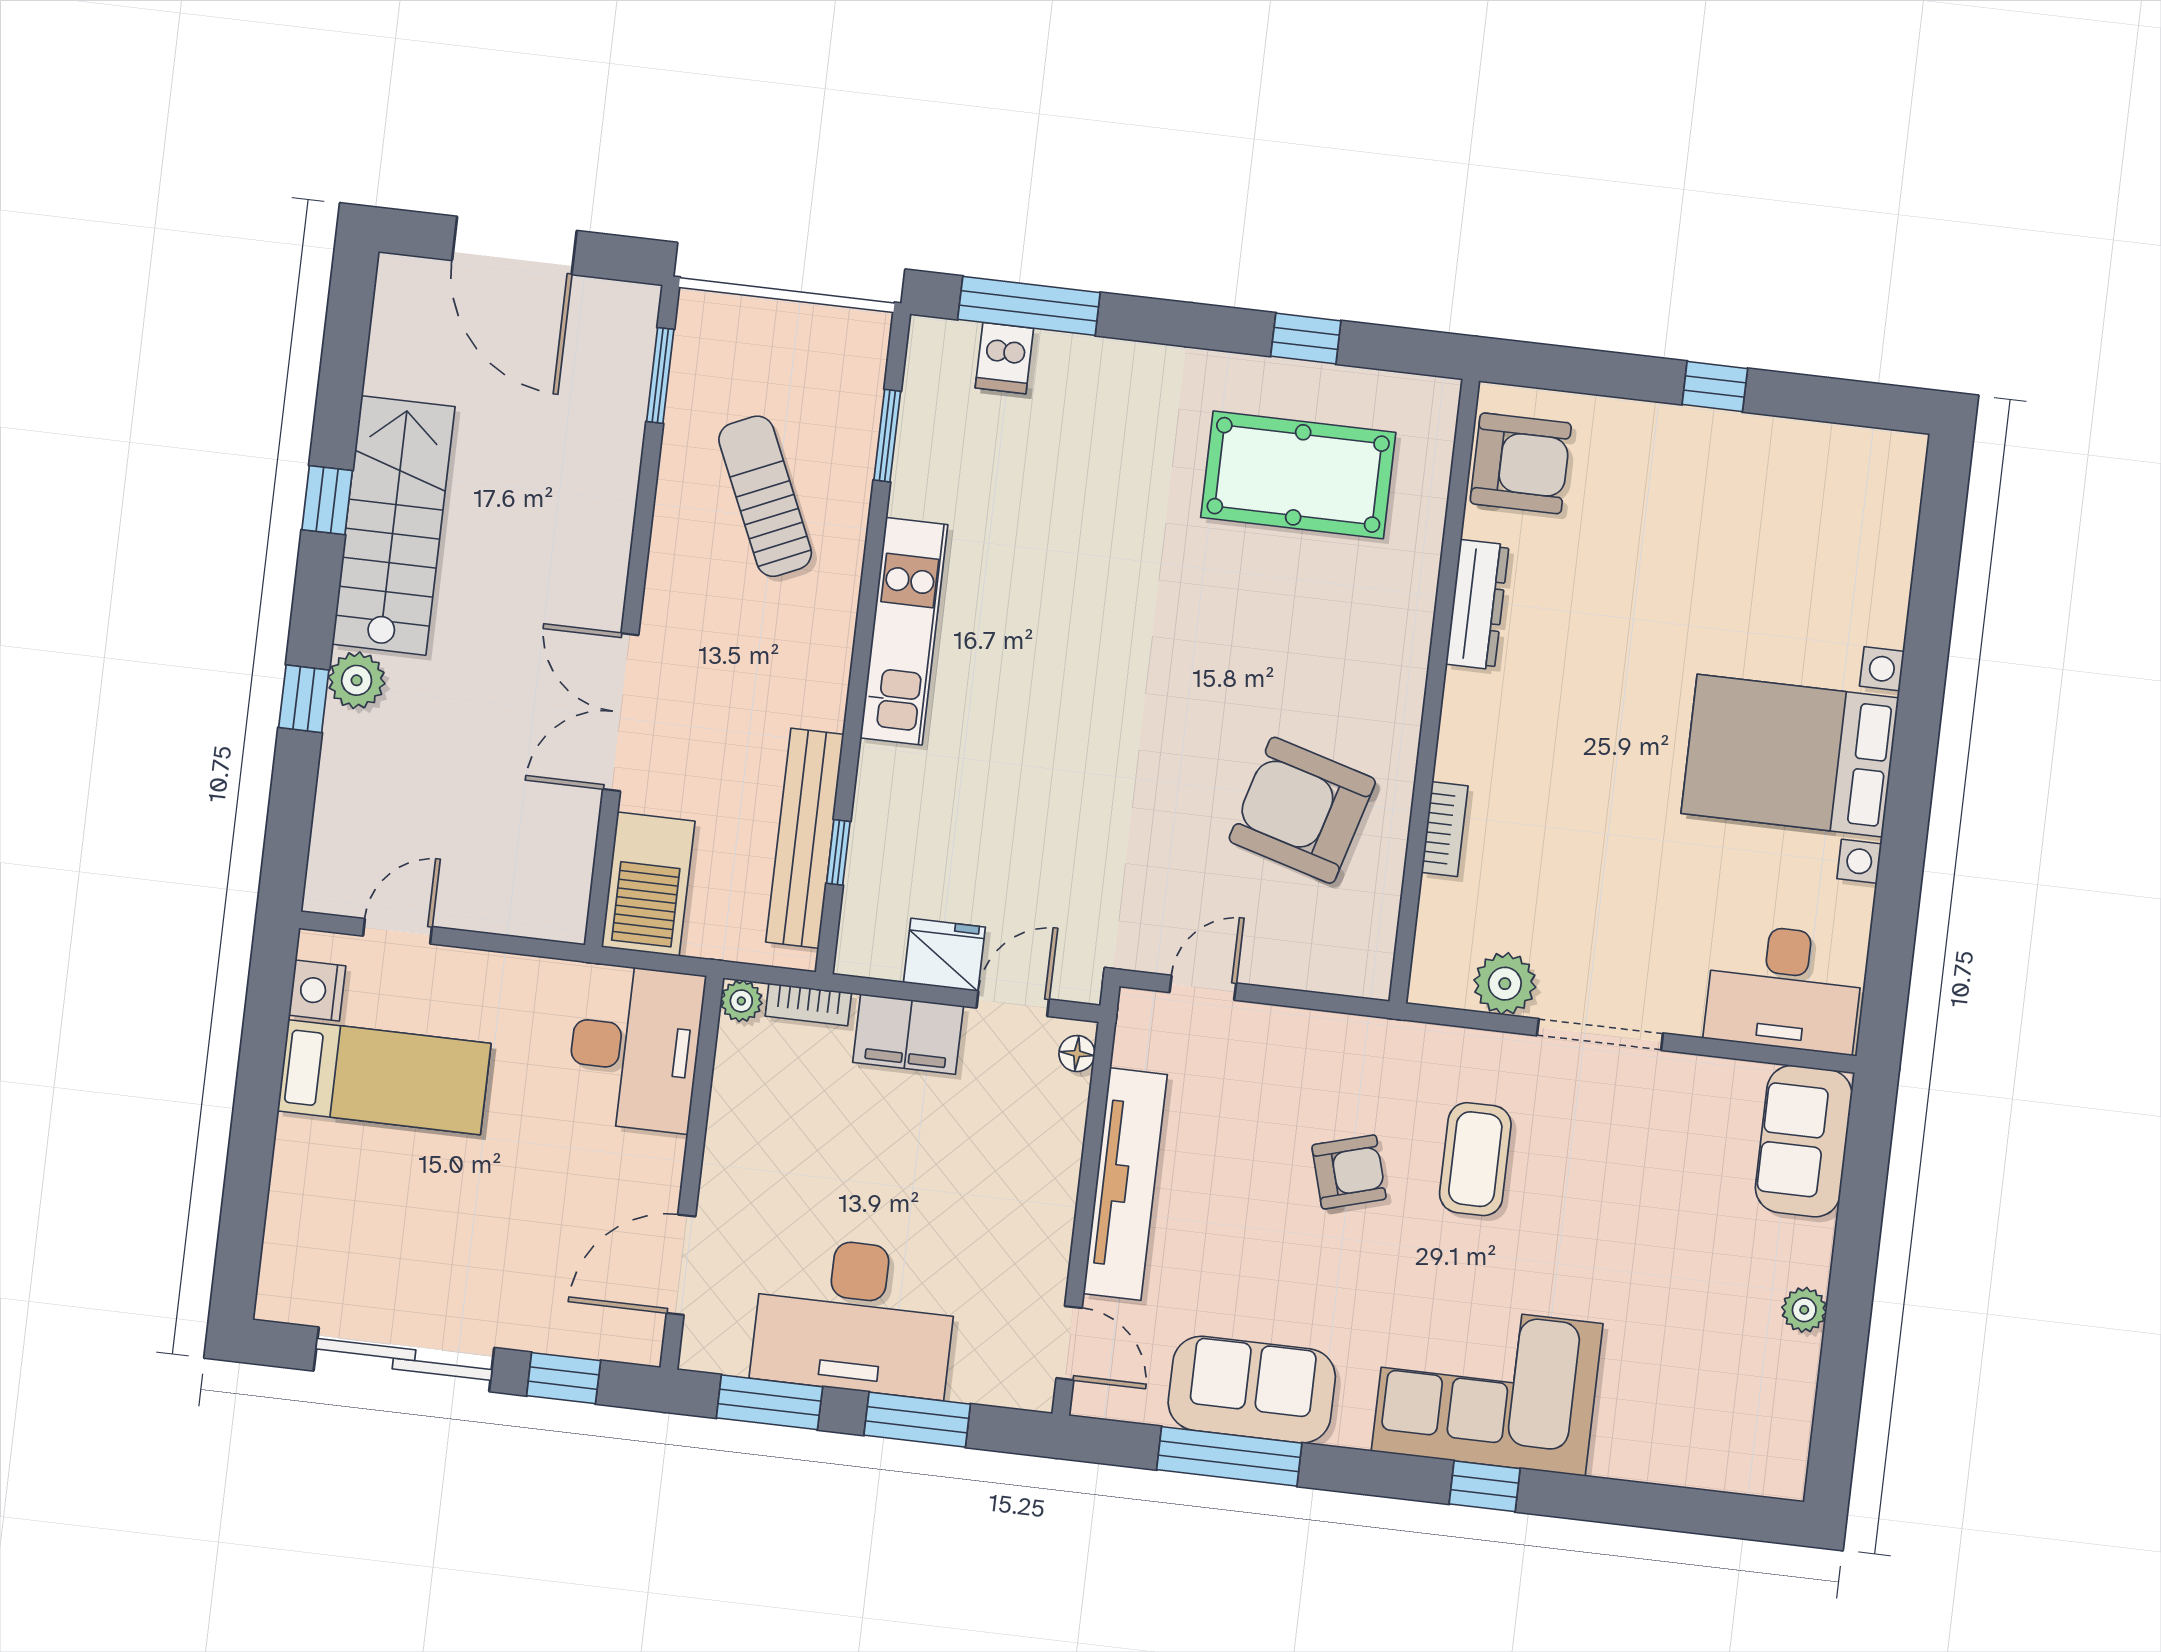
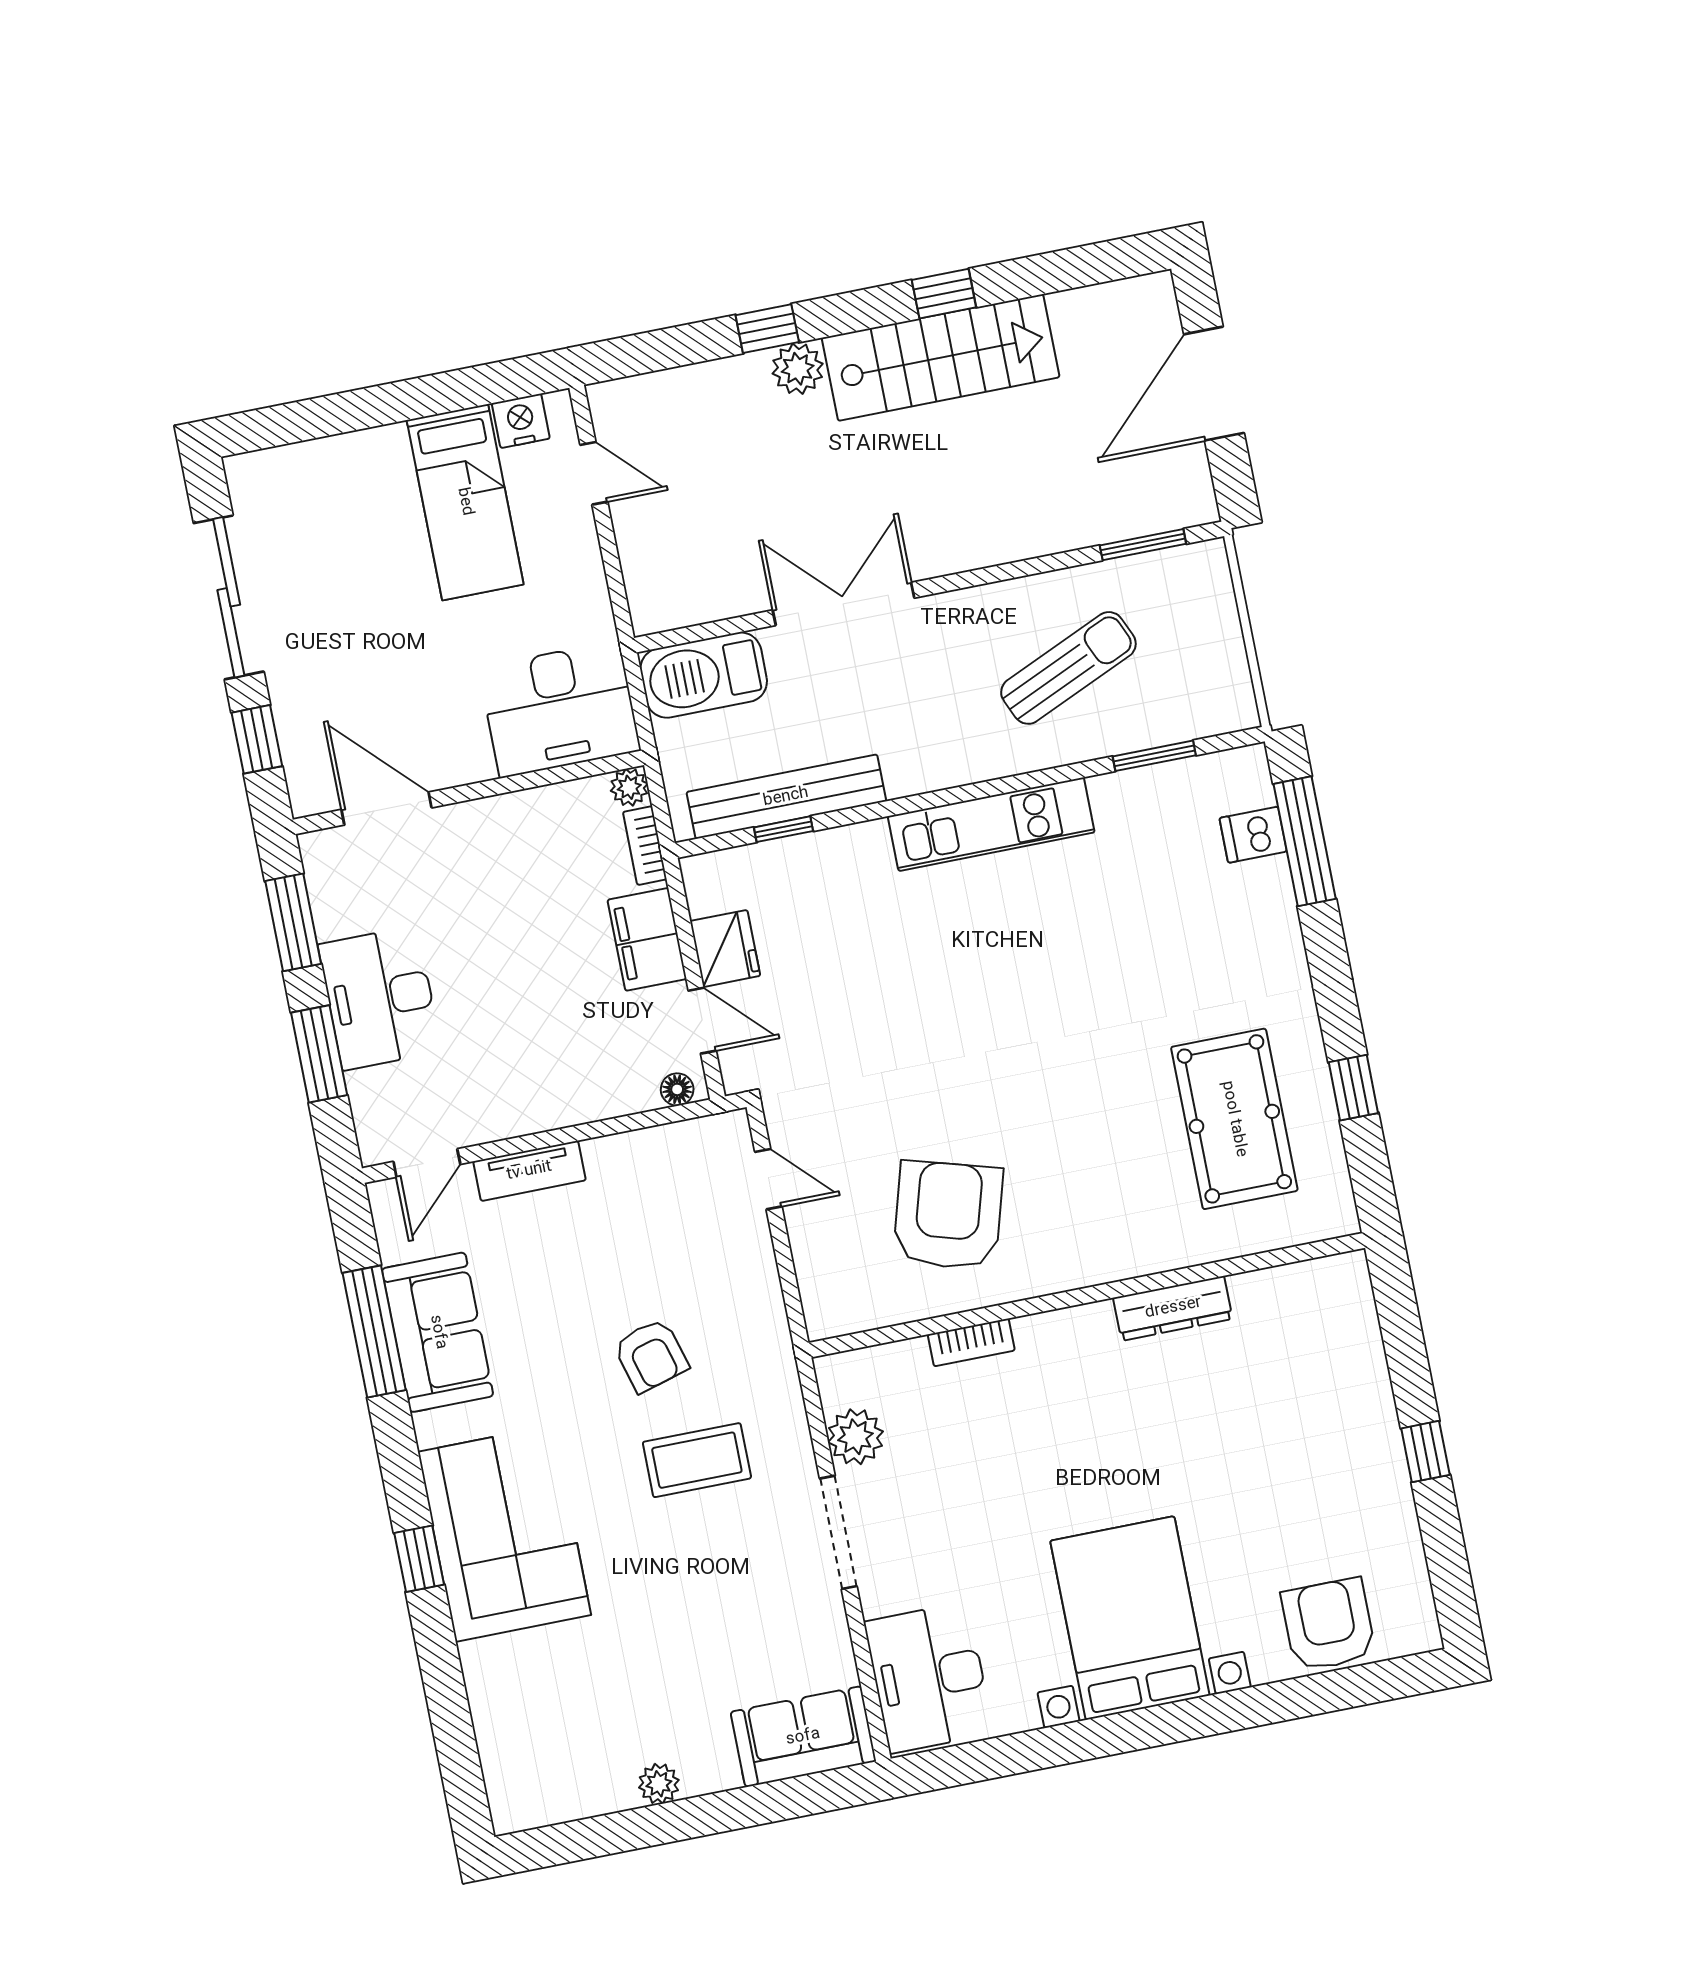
armchair: (1521, 463) -> (1328, 1625), moved, turned 180
tv unit: (1125, 1184) -> (529, 1171), width x0.52, depth x0.78
desk: (855, 1317) -> (380, 998), width x0.73, depth x0.77

